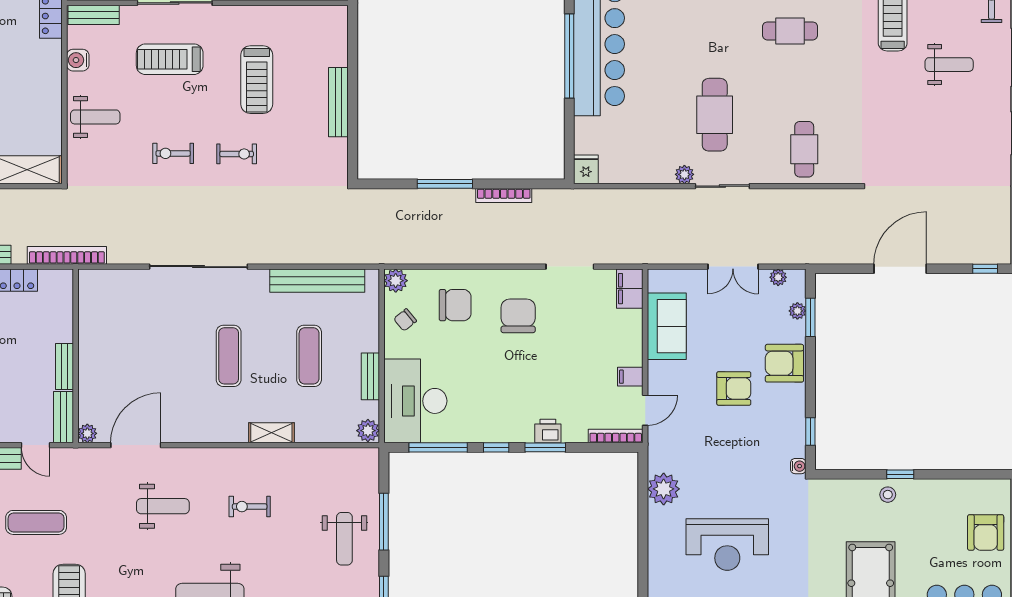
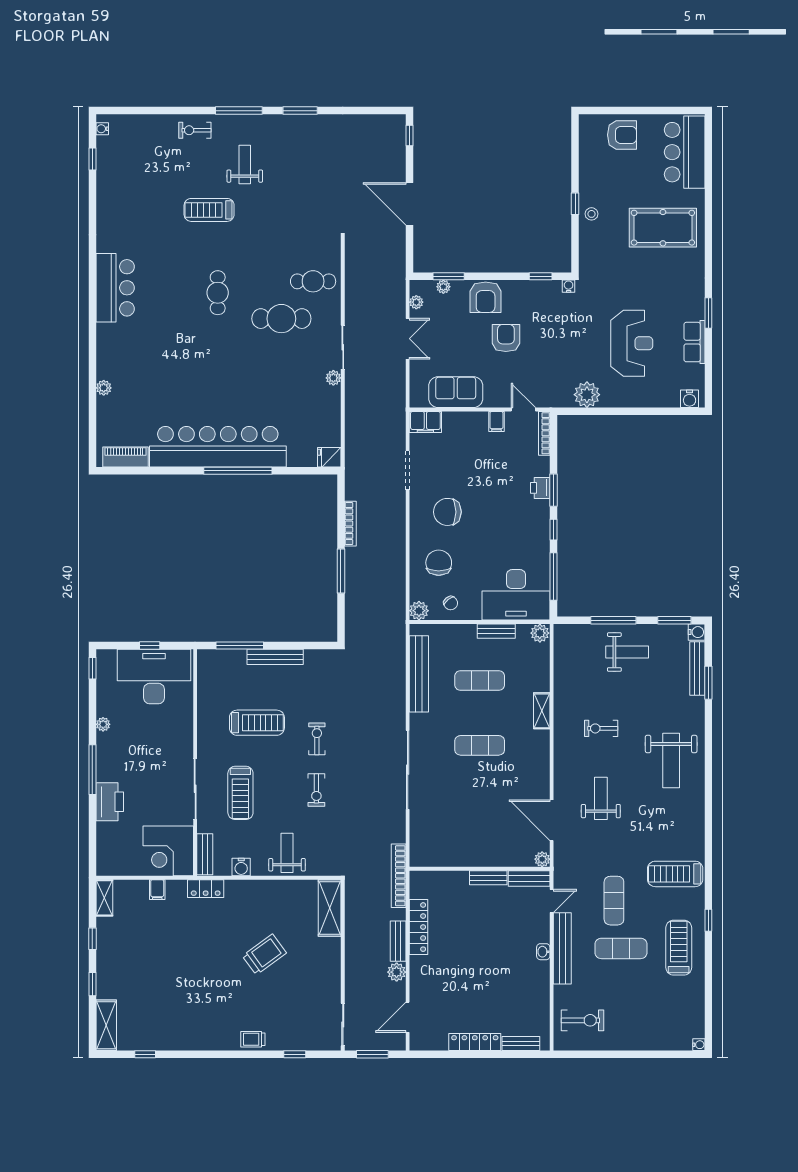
window: (353, 58) -> (240, 645), added
cafe table: (715, 115) -> (281, 319), moved
exercise bike: (250, 507) -> (601, 728), turned 90

